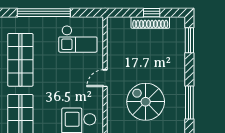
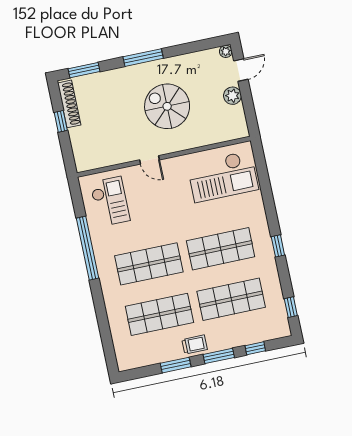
shoe rack: (150, 22) -> (69, 104), moved
spiral stairs: (146, 102) -> (167, 106), turned 90
window: (189, 103) -> (143, 58), moved

